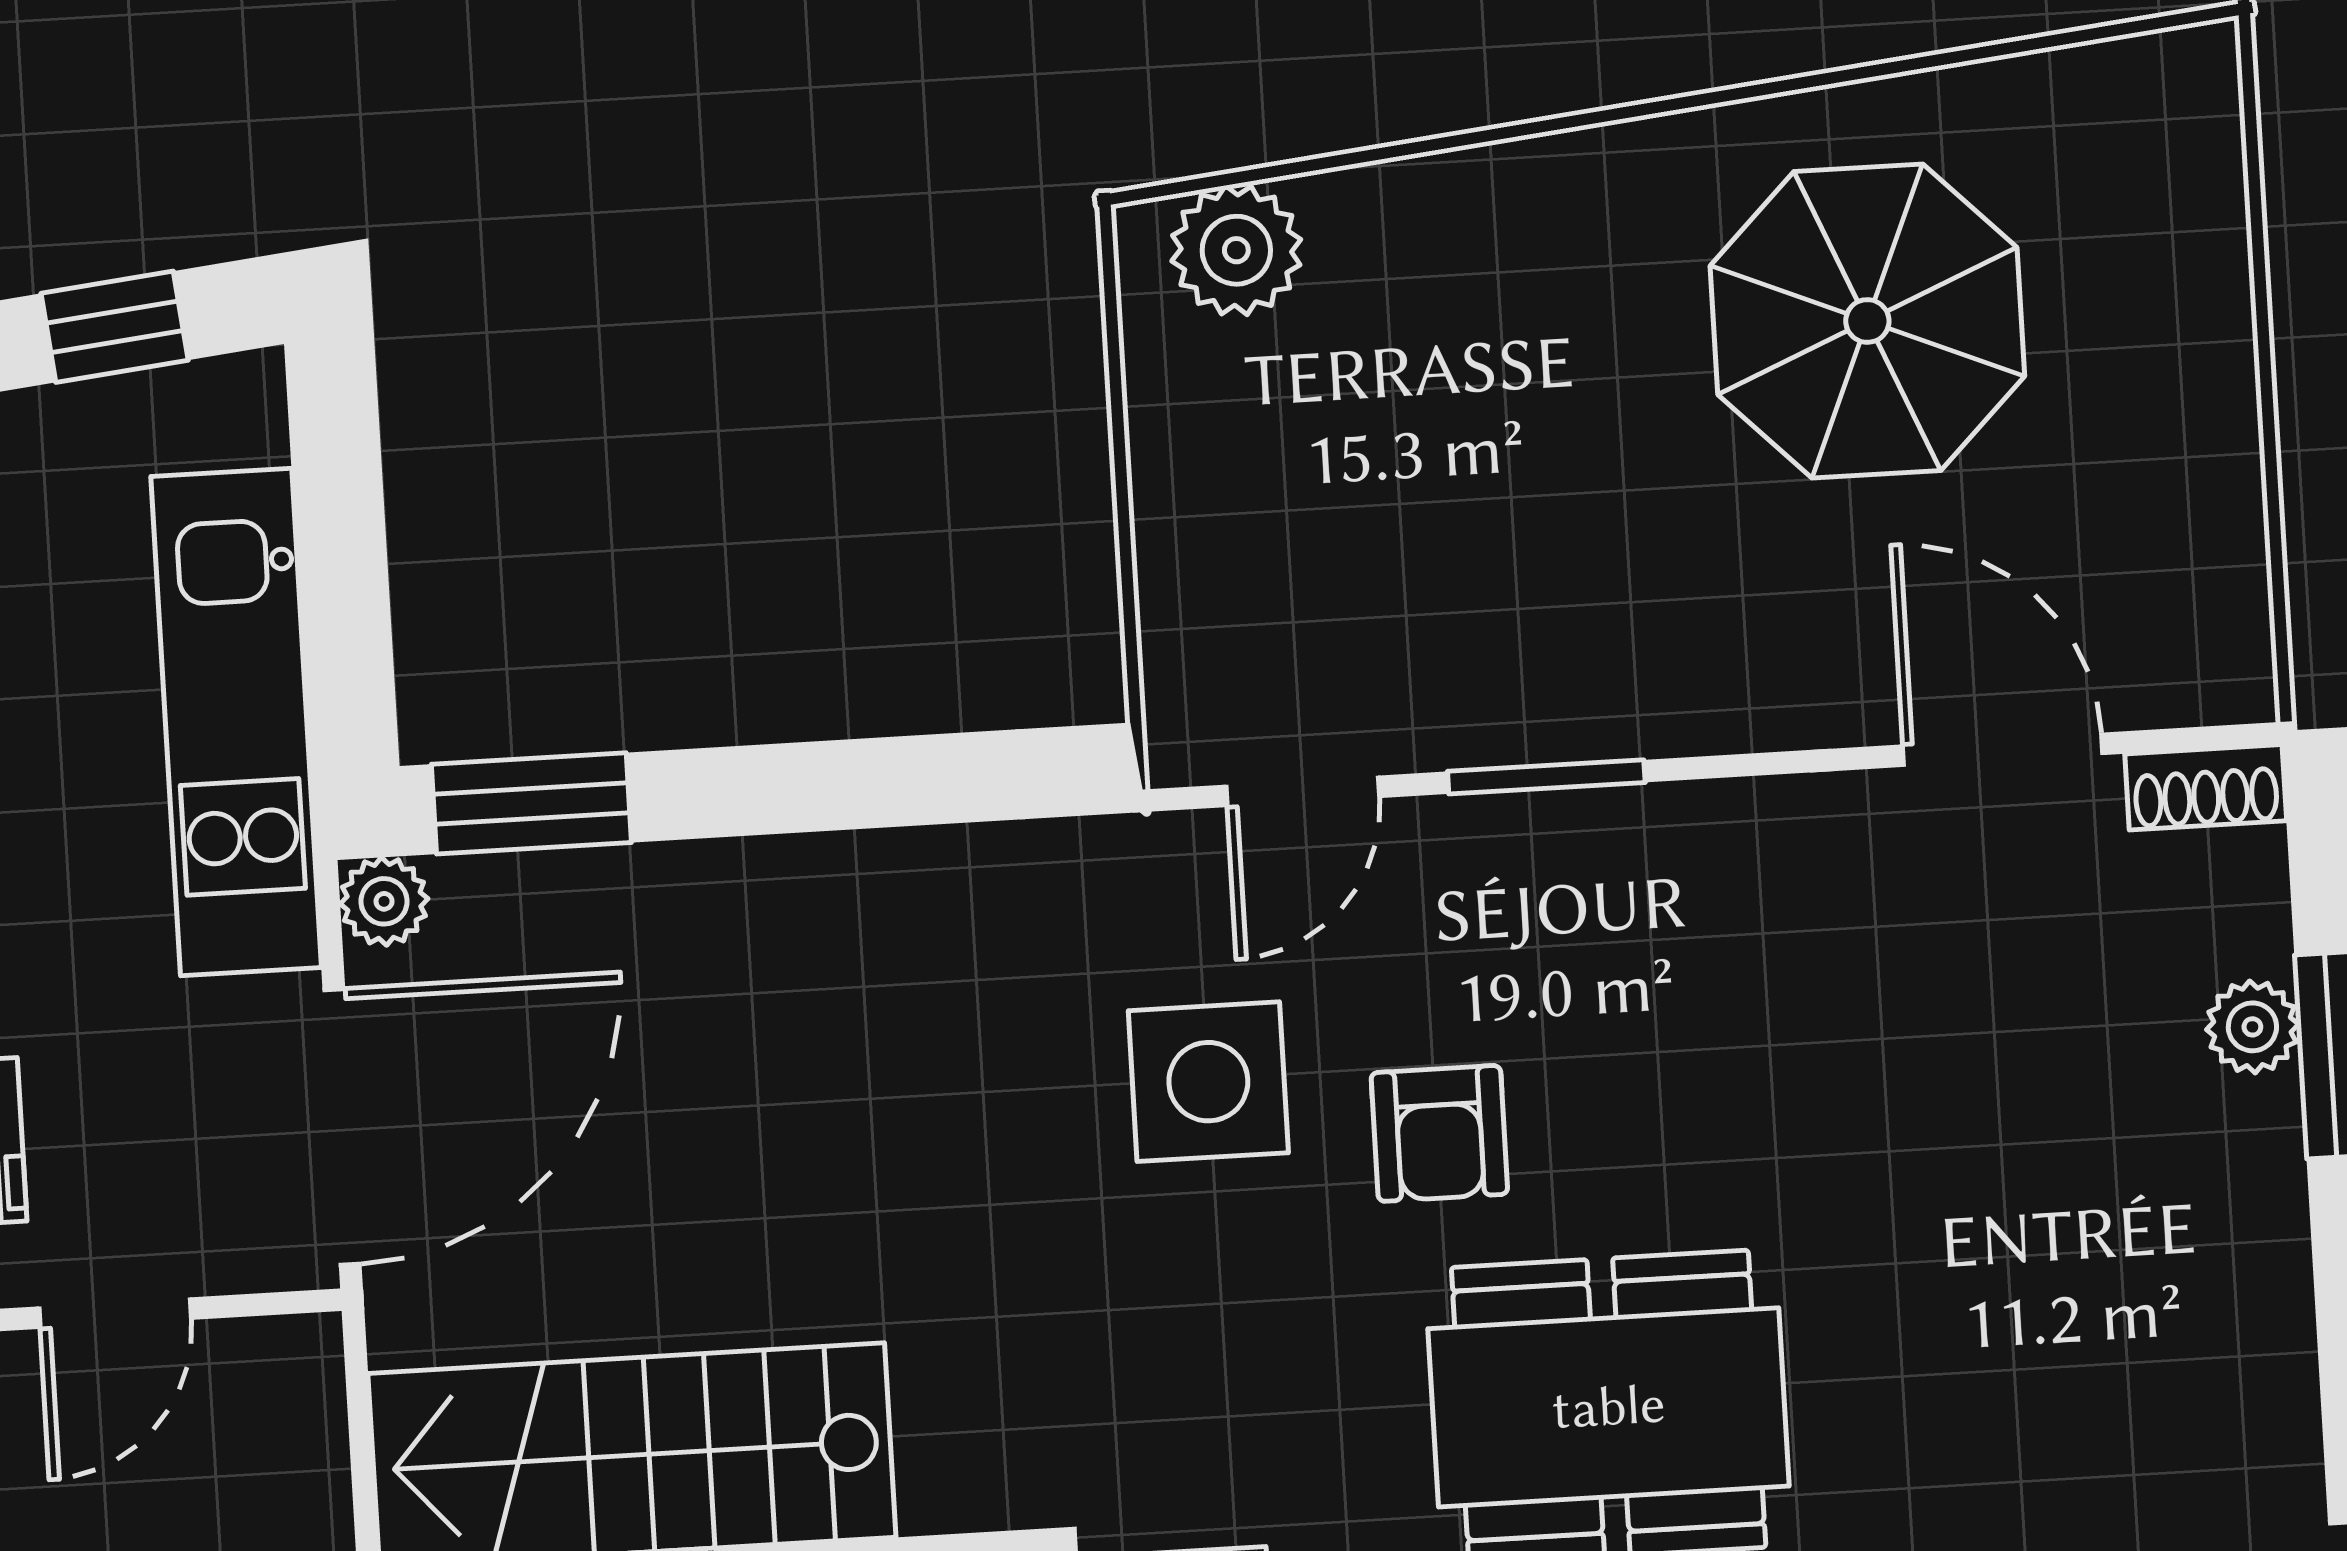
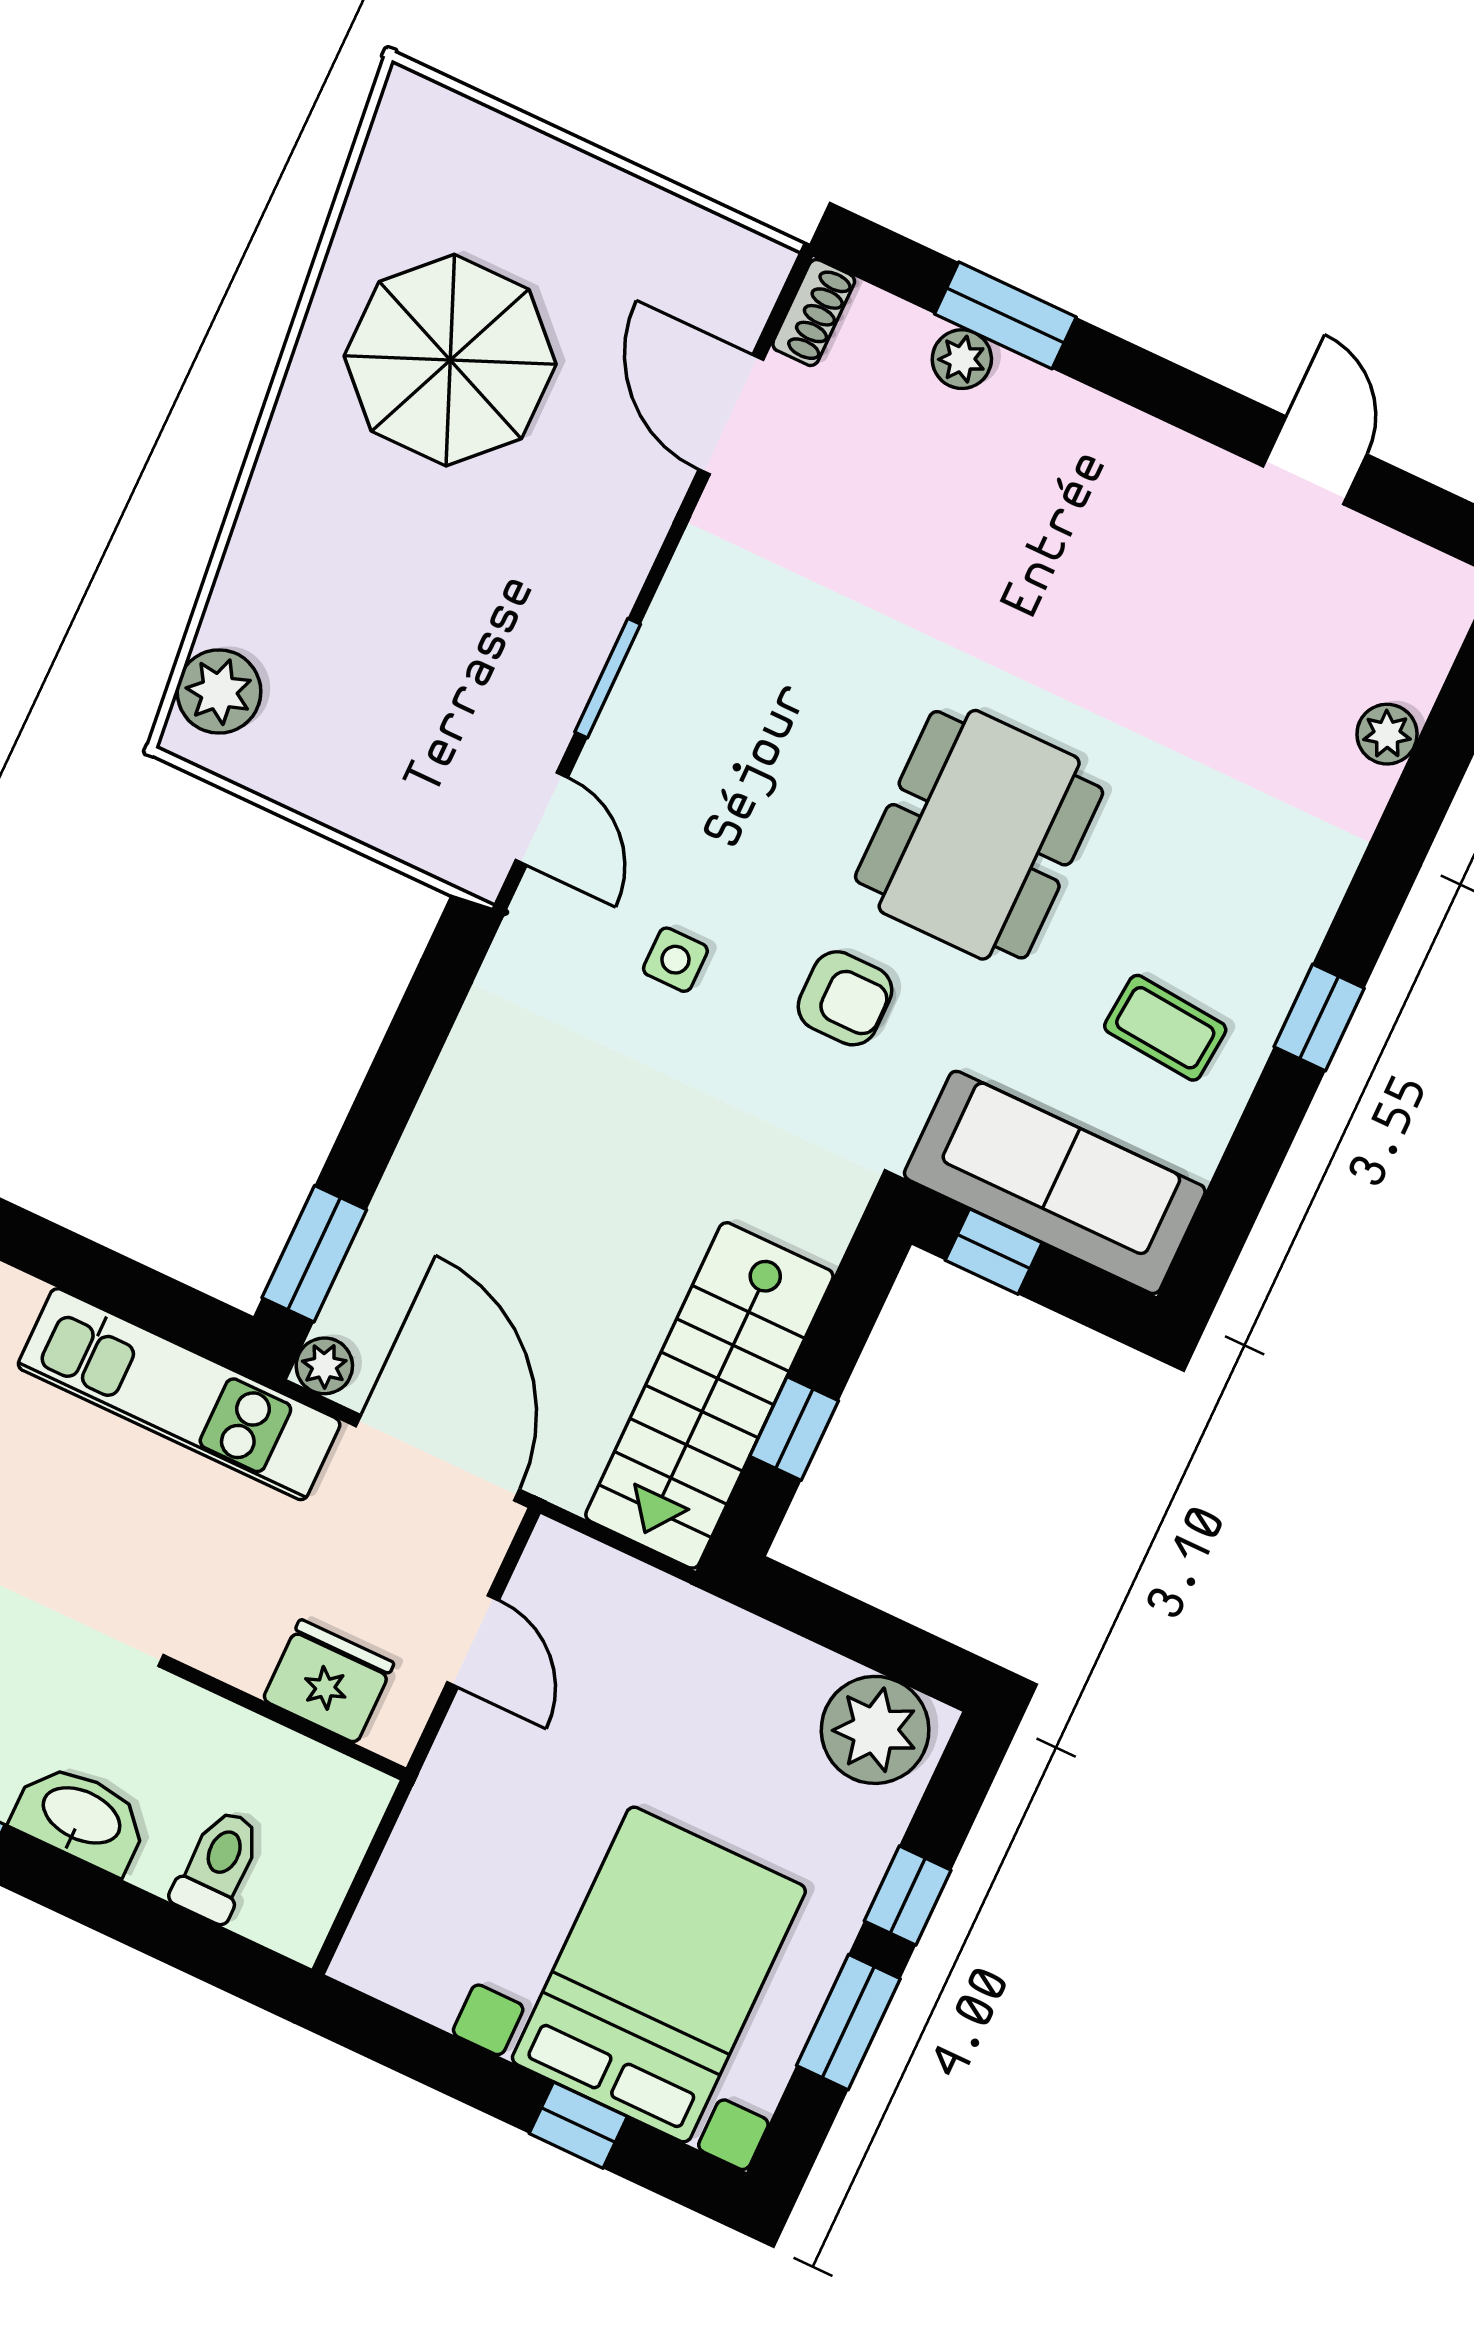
door: (2003, 750) -> (731, 415), hinge flipped
side table: (1208, 1082) -> (675, 960), width x0.54, depth x0.54
armchair: (1439, 1133) -> (845, 998), moved

